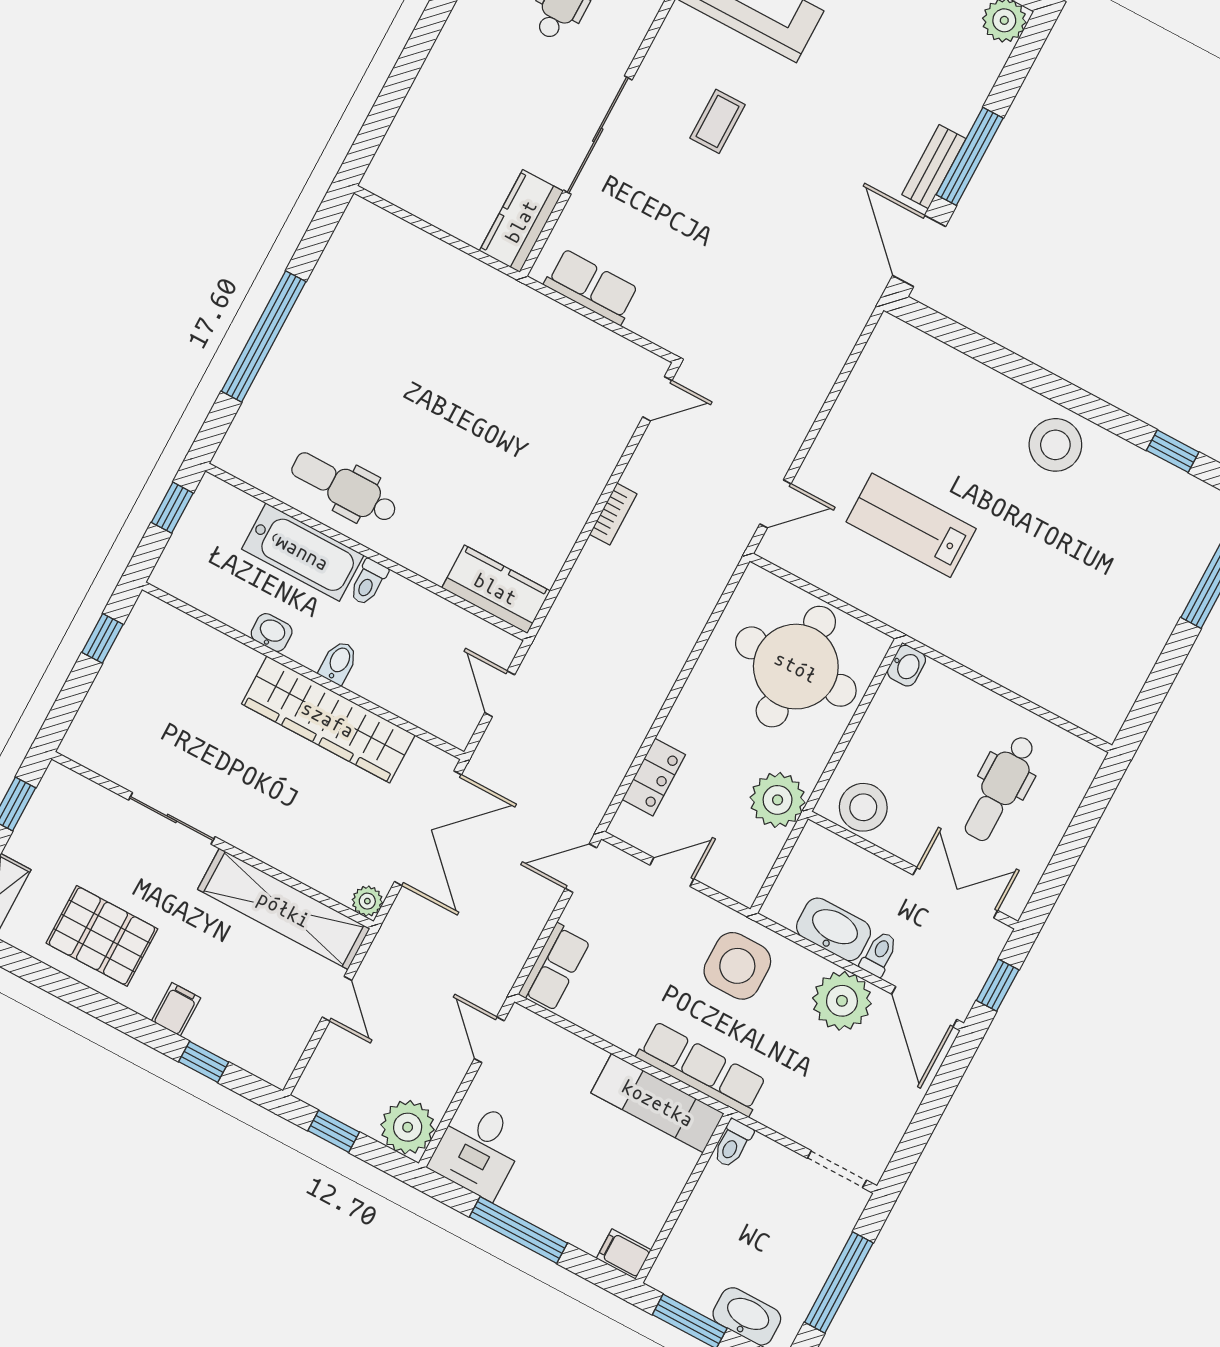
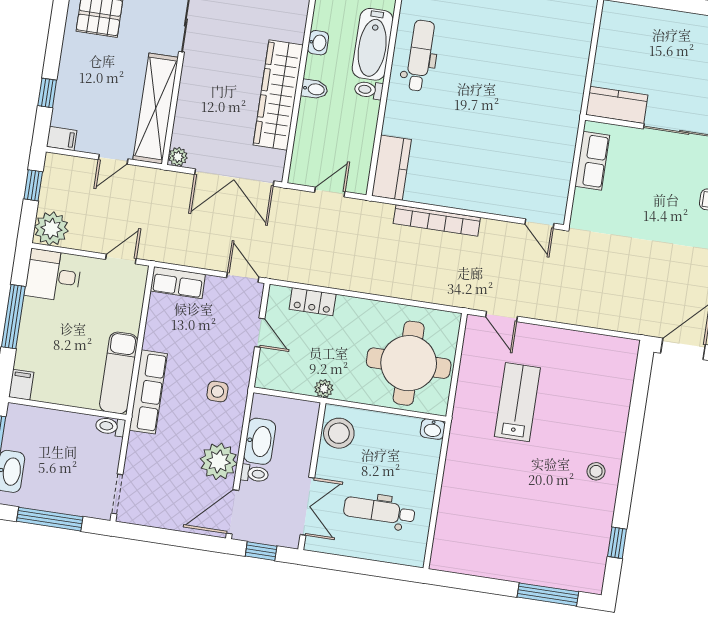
stool: (1055, 445) -> (596, 471), width x0.53, depth x0.53
bookcase: (613, 514) -> (437, 220), width x2.31, depth x1.31
plant: (778, 800) -> (324, 389), width x0.53, depth x0.53
side table: (737, 966) -> (217, 392), width x0.54, depth x0.54
filing cabinet: (176, 1009) -> (62, 139), moved

